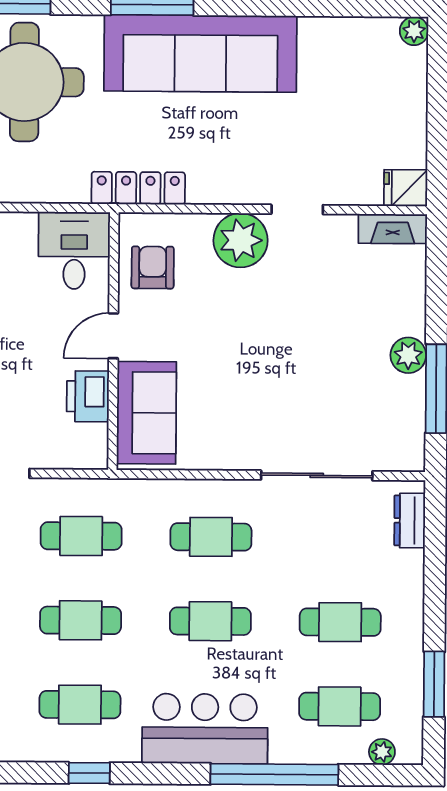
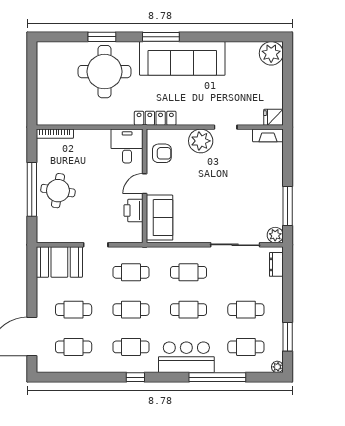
plant: (414, 31) -> (271, 53), width x1.87, depth x1.87
armchair: (153, 267) -> (162, 153), turned 90
plant: (408, 355) -> (275, 235), moved
plant: (382, 752) -> (277, 367), moved

